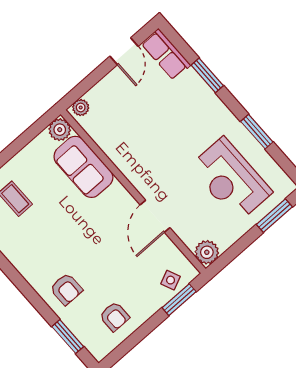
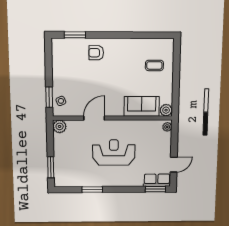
door: (124, 51) -> (174, 165), swing flipped
window: (207, 75) -> (155, 189), moved
reception desk: (231, 179) -> (114, 152), moved
door: (155, 216) -> (94, 118), hinge flipped
armchair: (114, 316) -> (66, 63), removed

